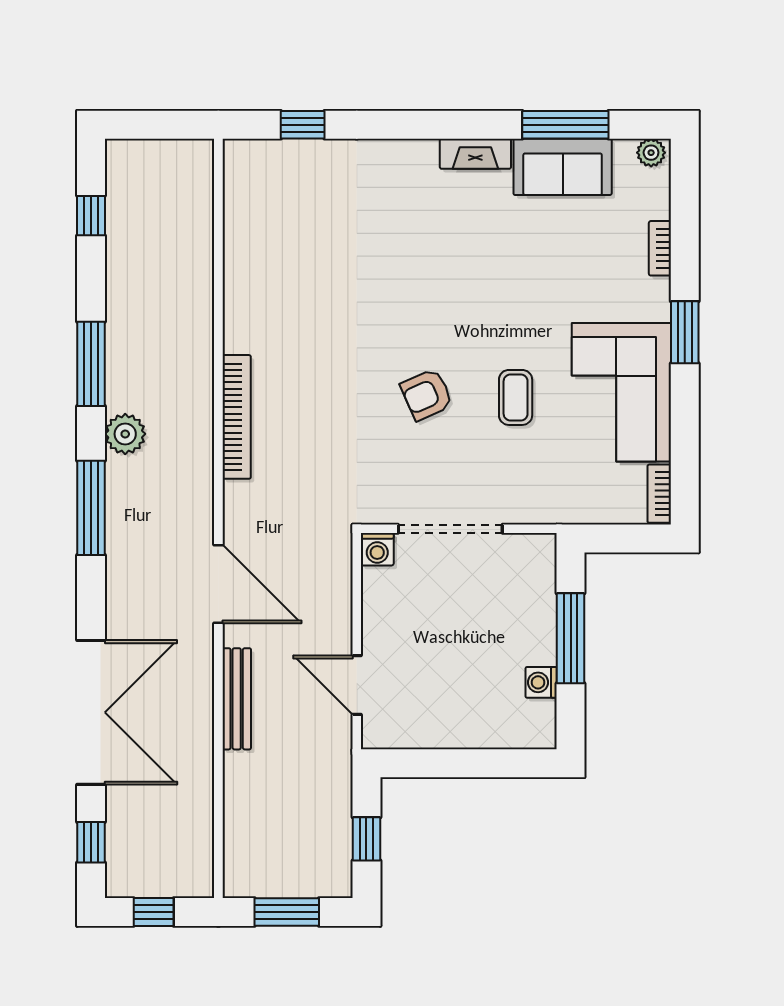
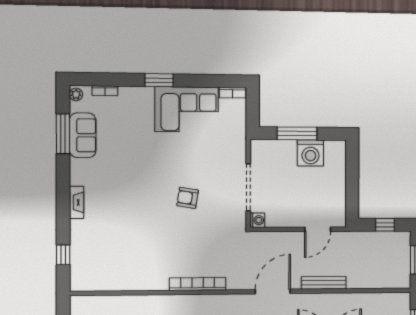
fireplace: (475, 154) -> (77, 202), moved
bookcase: (660, 248) -> (105, 91), moved
armchair: (427, 395) -> (188, 198), turned 123
coffee table: (516, 397) -> (189, 157), removed
washing machine: (541, 682) -> (310, 153), width x1.89, depth x1.89

